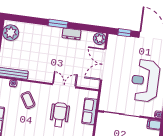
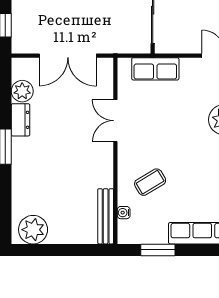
plant: (99, 39) -> (22, 91), moved
wheelchair: (60, 115) -> (169, 122), removed

